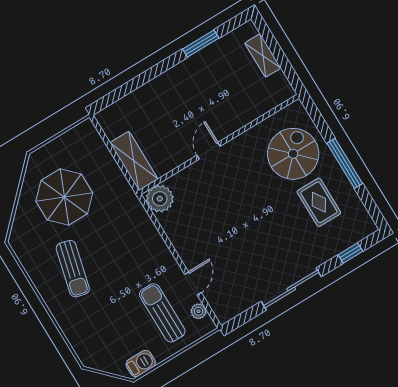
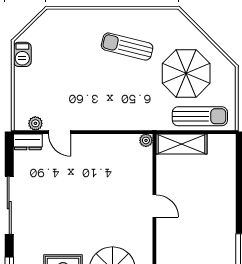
plant: (160, 199) -> (146, 140), width x0.53, depth x0.53
dresser: (220, 308) -> (28, 142), added
sun lounger: (162, 313) -> (200, 116), moved

